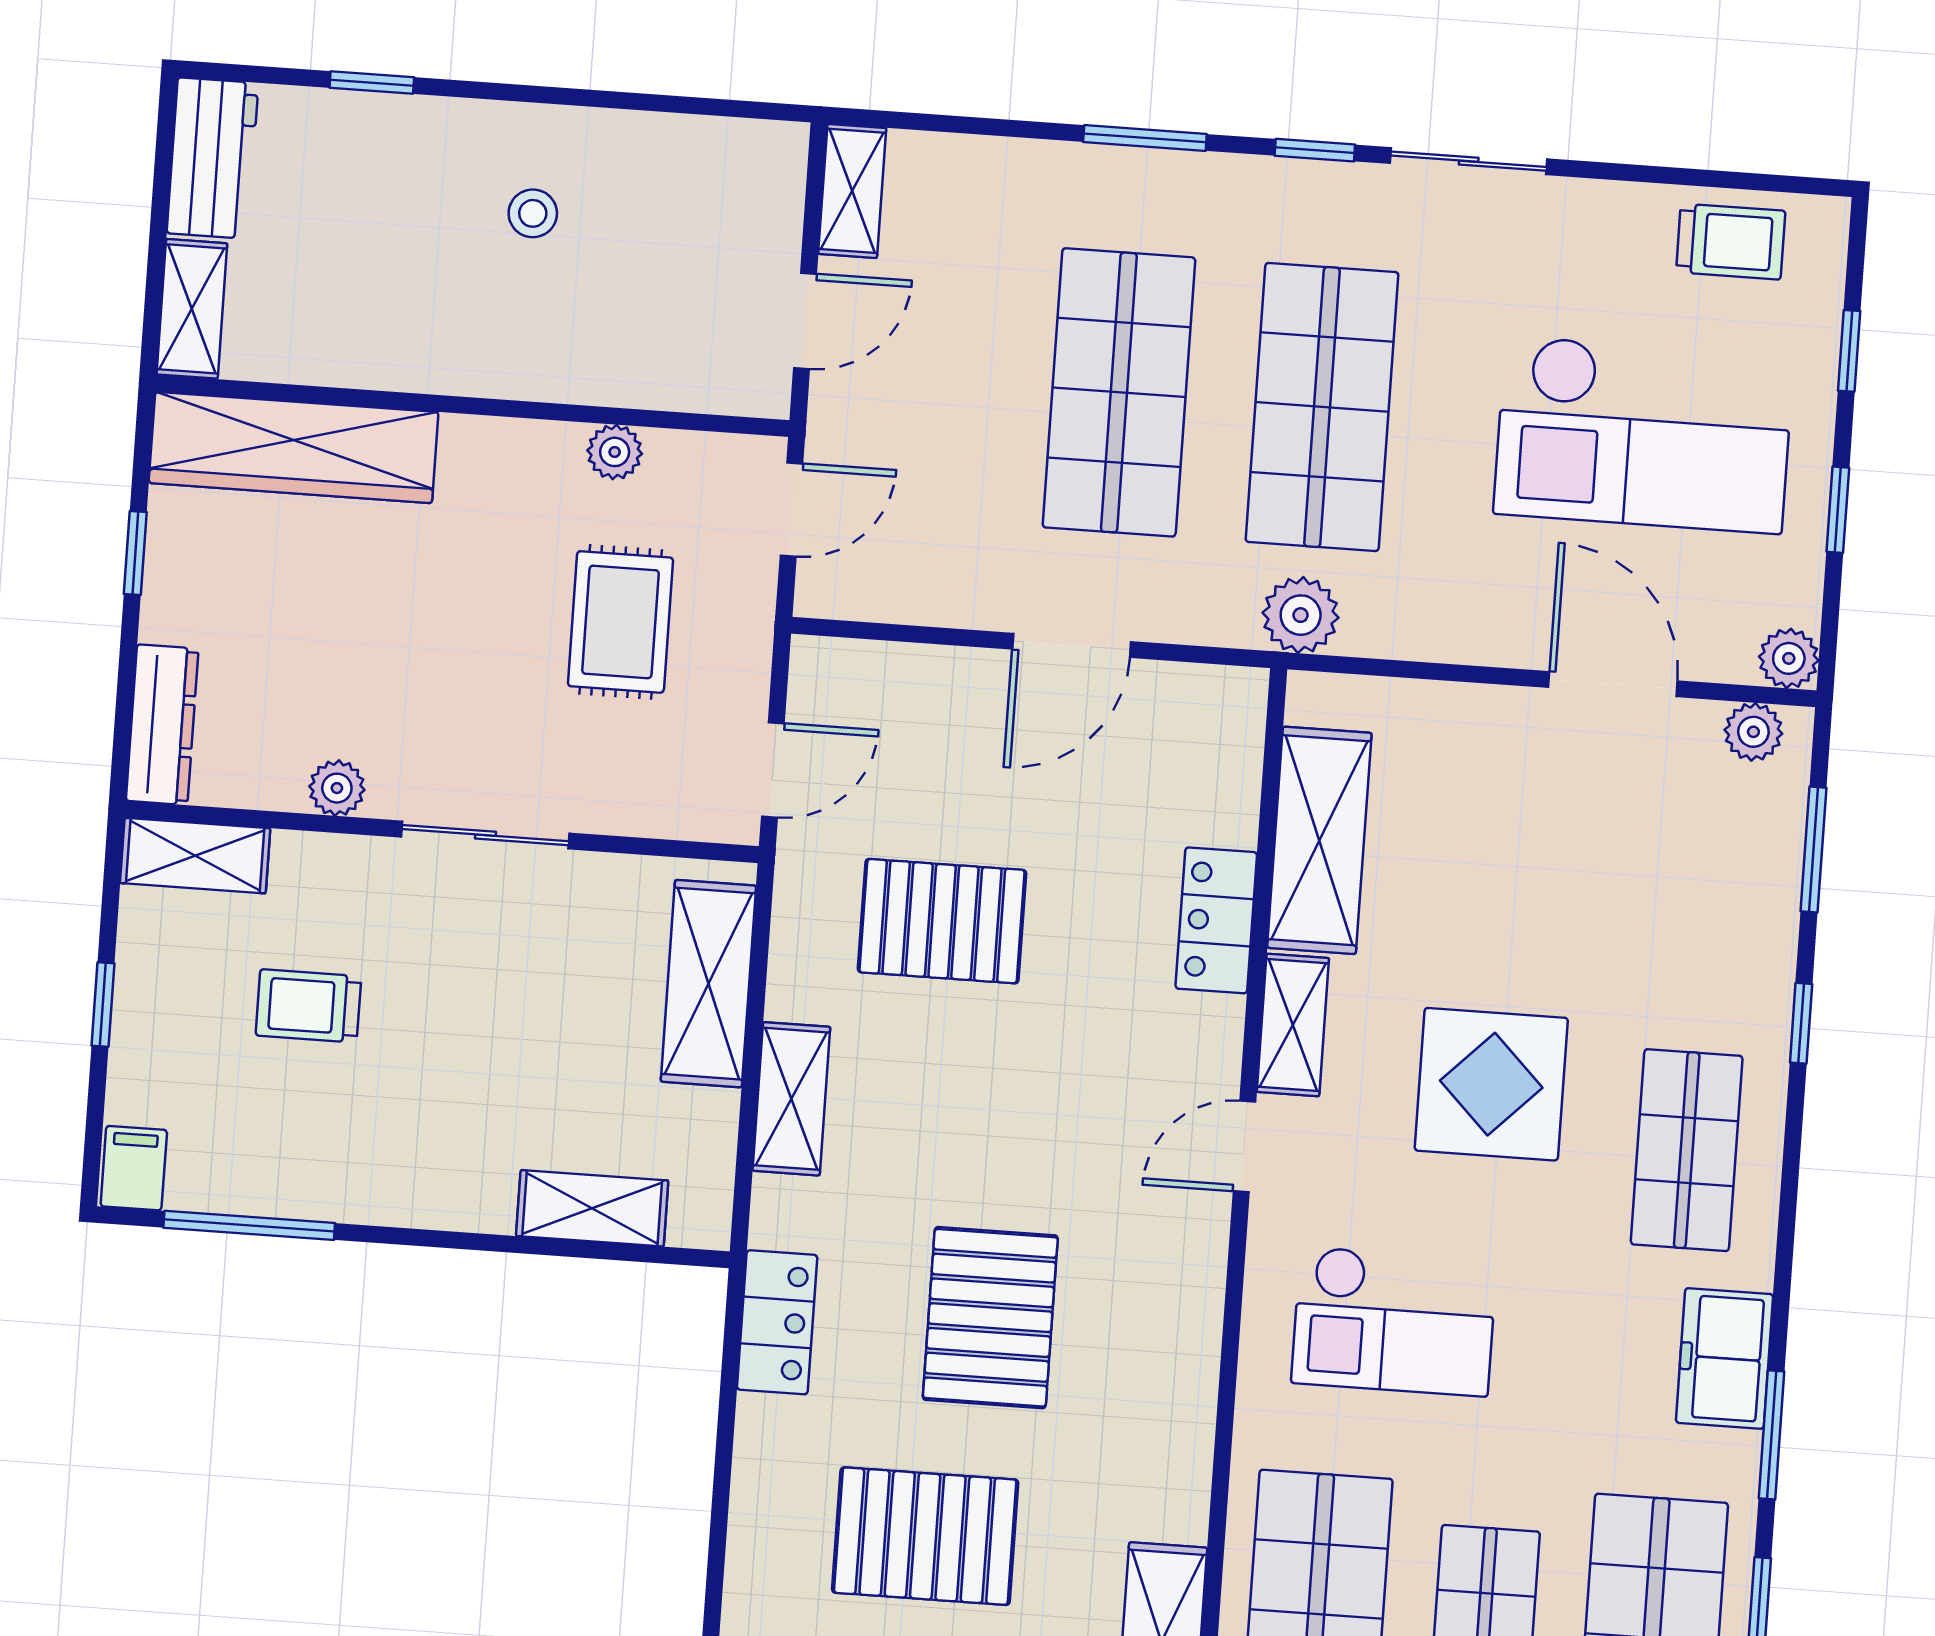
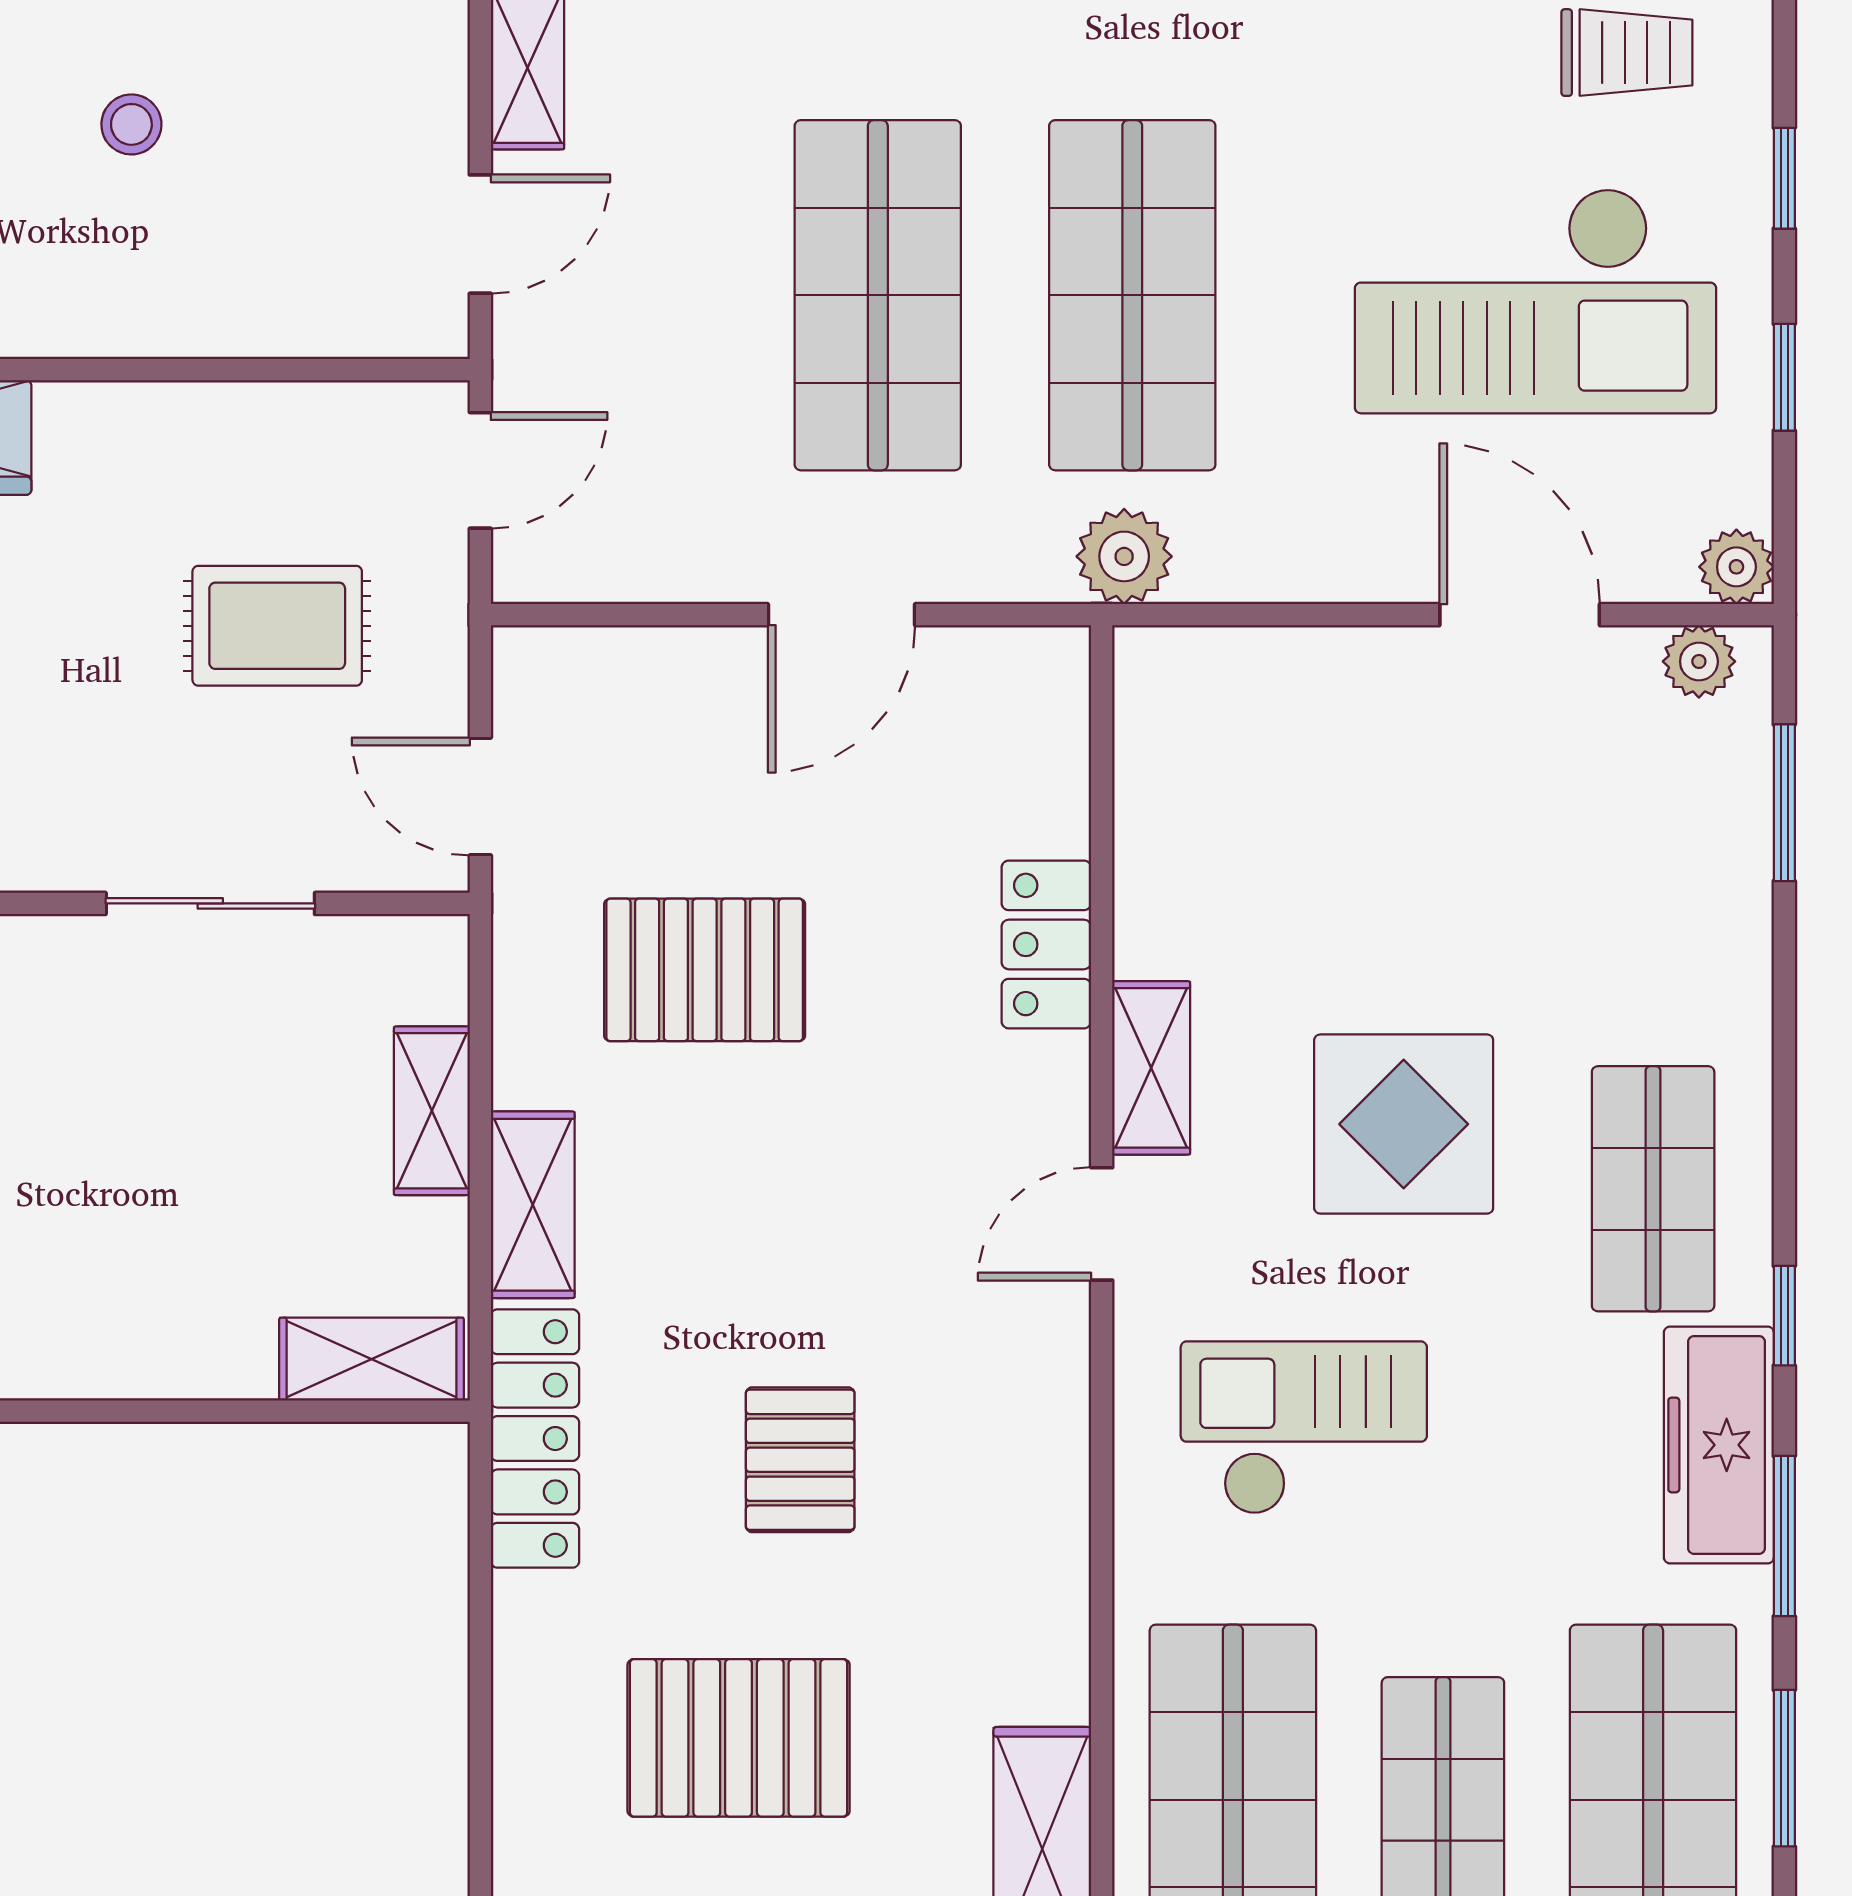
plant: (615, 452) -> (255, 414), removed
rug: (620, 622) -> (277, 626), turned 90
door: (773, 770) -> (480, 797), swing flipped
sliding door: (485, 835) -> (210, 903), moved
shelving: (1319, 840) -> (1168, 835), removed
shelving: (708, 984) -> (432, 1111), width x0.67, depth x0.75
window: (1801, 1023) -> (1784, 1316), moved
shelving: (592, 1208) -> (372, 1359), moved
pallet: (990, 1318) -> (800, 1460), width x0.67, depth x0.71
checkout: (1394, 1321) -> (1304, 1428), turned 180
locker: (777, 1322) -> (535, 1439), width x1.53
freezer: (1724, 1358) -> (1719, 1445), width x1.40

